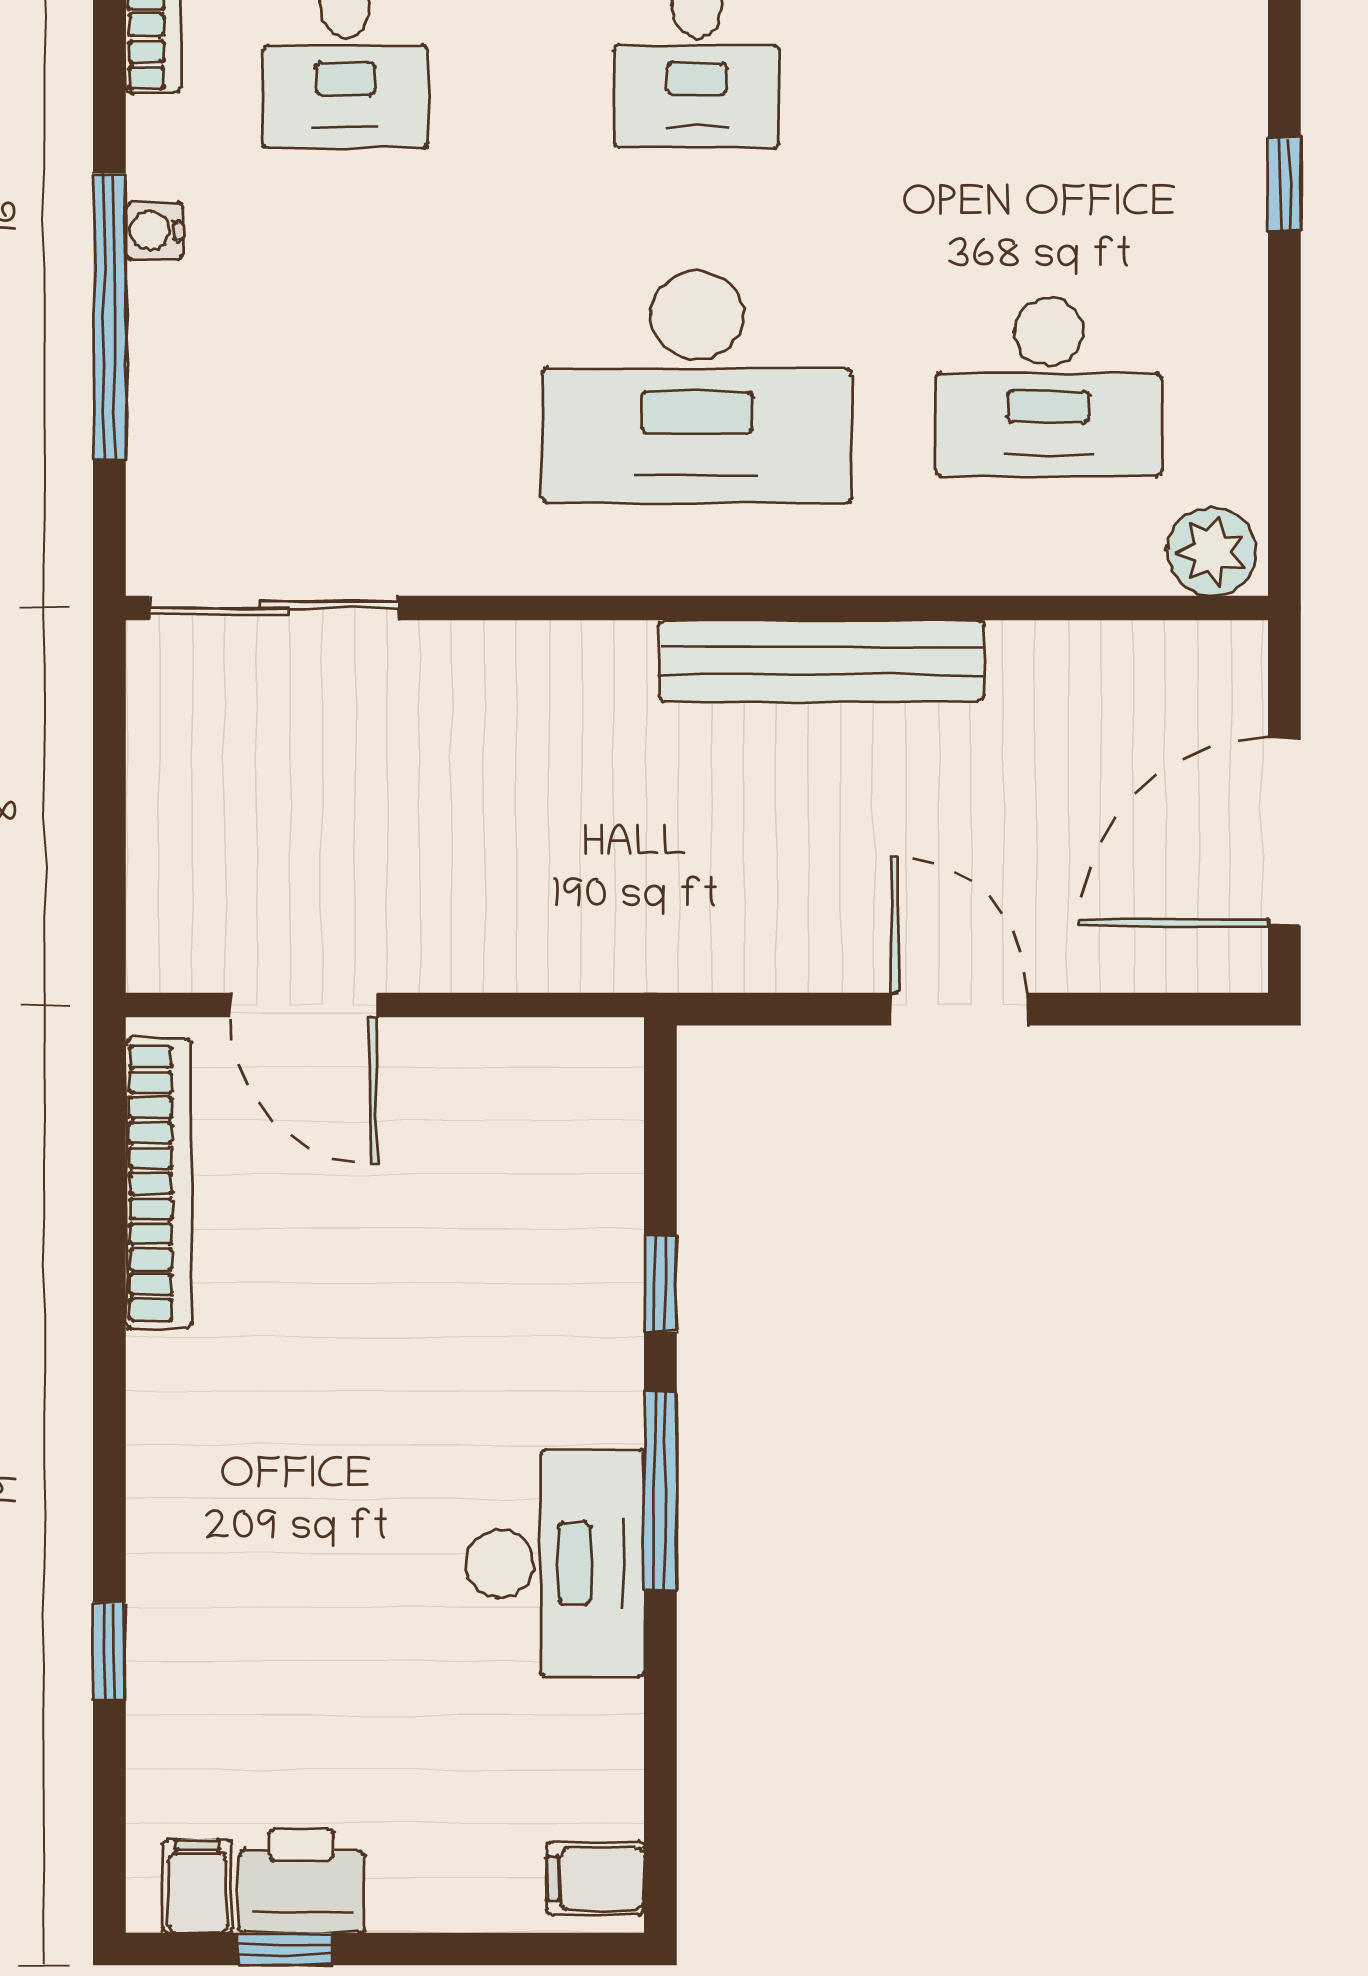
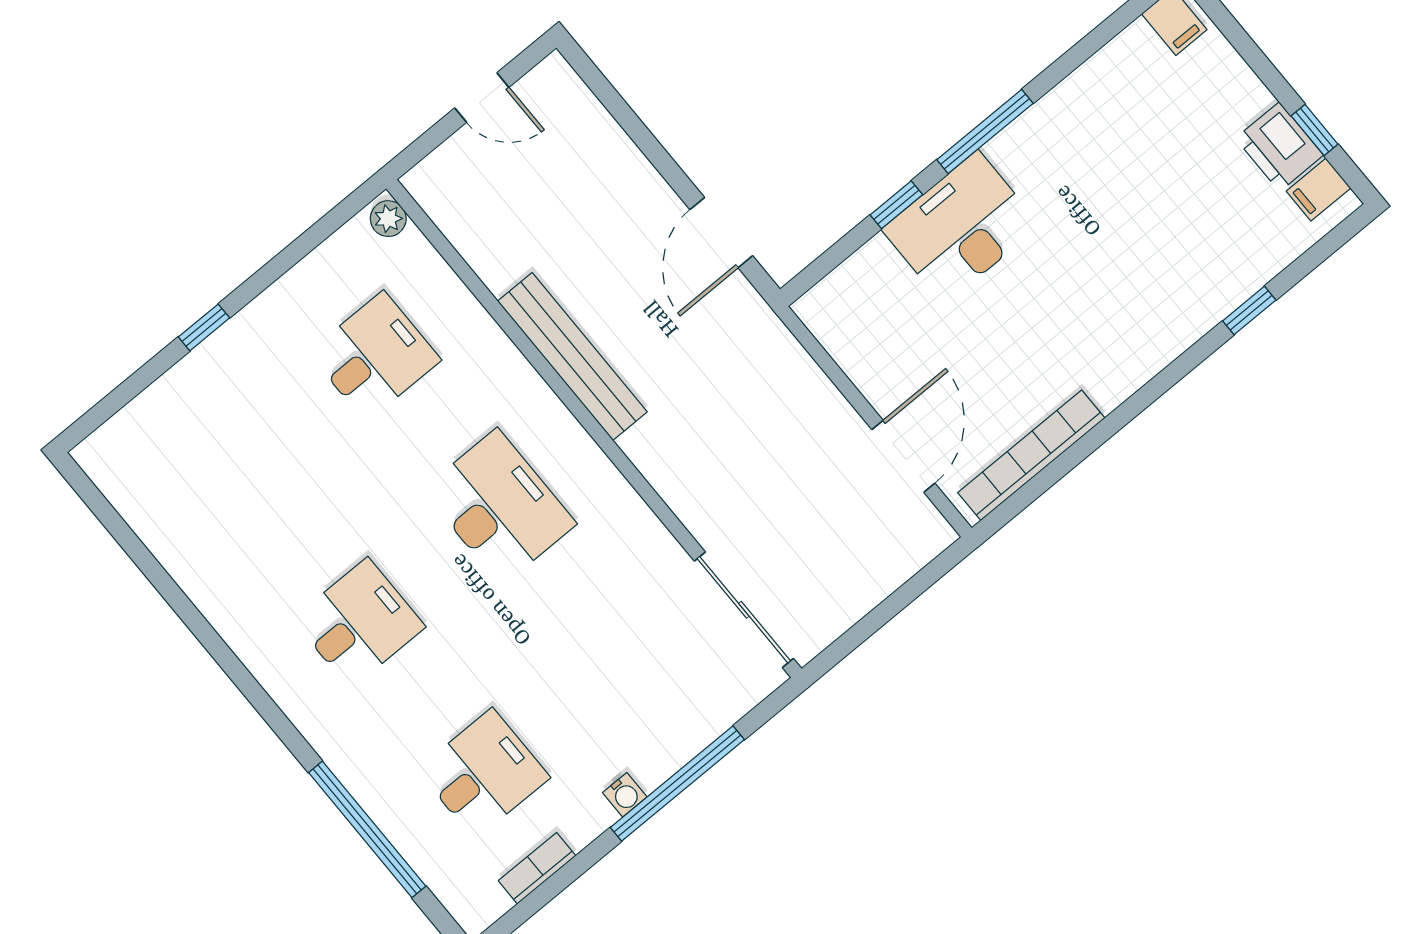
desk: (697, 387) -> (499, 507), width x0.73, depth x0.77
desk: (1049, 387) -> (375, 356), width x0.73
plant: (1212, 552) -> (388, 219), width x0.73, depth x0.73
door: (1284, 832) -> (482, 98), width x0.53
door: (959, 1009) -> (721, 233), moved
desk: (555, 1564) -> (961, 227), moved

